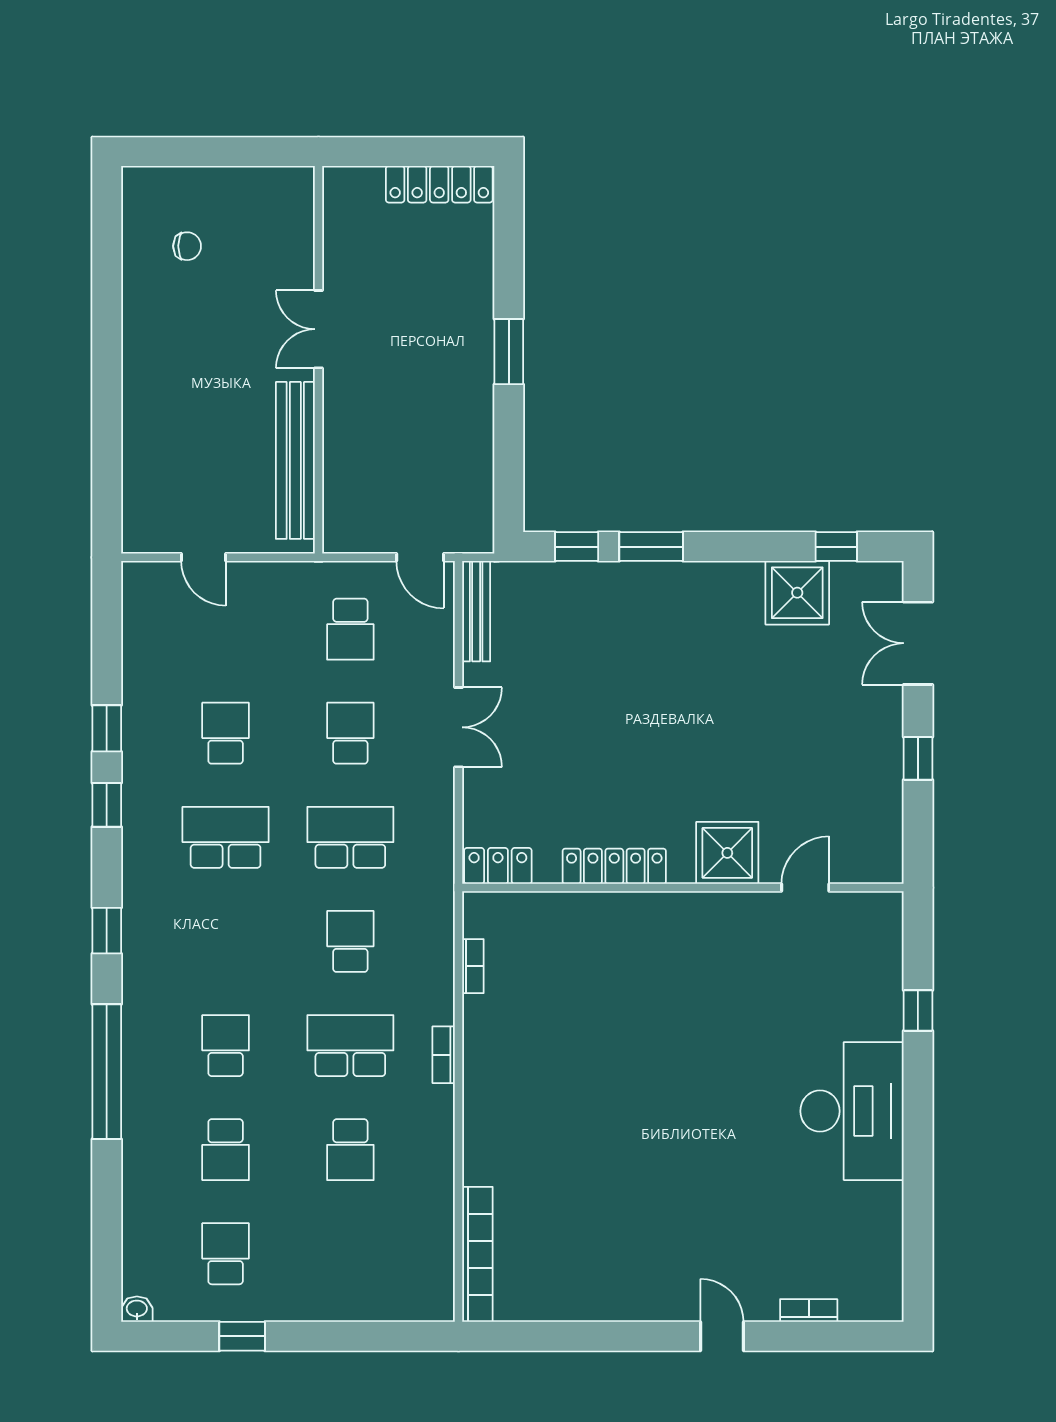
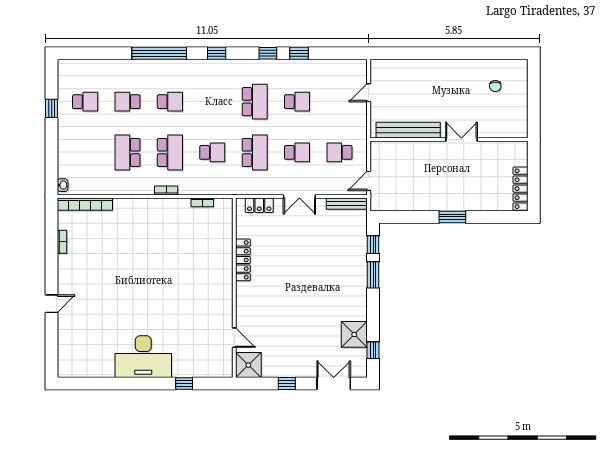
shower: (727, 853) -> (248, 365), moved
locker: (498, 866) -> (259, 205), moved, turned 90
school desk: (350, 1150) -> (128, 152), width x1.85
washbasin: (137, 1309) -> (63, 185), moved
bookcase: (809, 1310) -> (62, 242), moved

